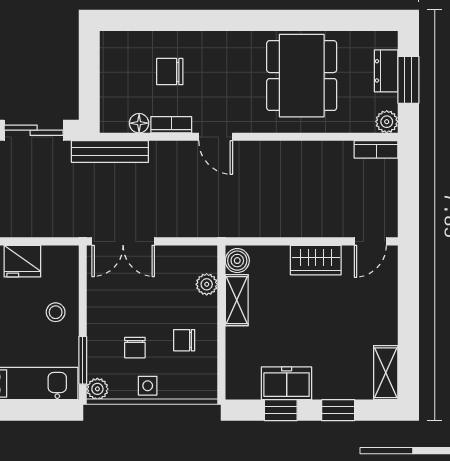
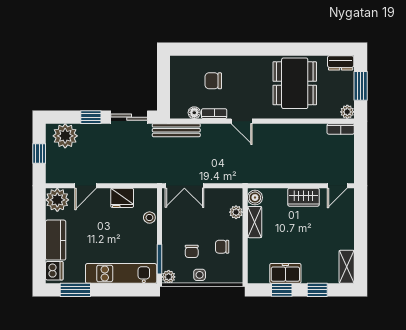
dresser: (386, 71) -> (341, 63), moved, turned -90
stool: (56, 312) -> (149, 218), moved

